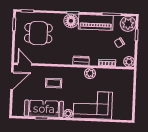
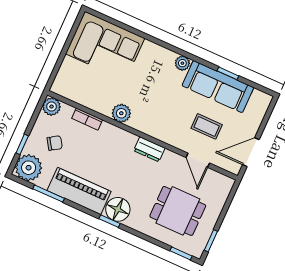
dresser: (81, 61) -> (149, 149), moved
door: (25, 64) -> (198, 160), moved
coffee table: (54, 83) -> (207, 126), moved
corner sofa: (93, 105) -> (105, 46), moved

